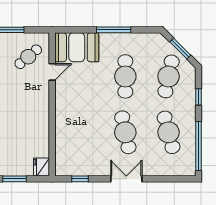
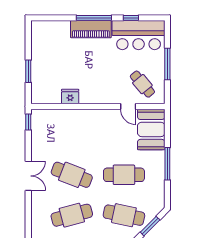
cafe table: (125, 132) -> (72, 175), turned 33
fridge: (42, 167) -> (70, 97), moved
window: (80, 179) -> (28, 122), moved

